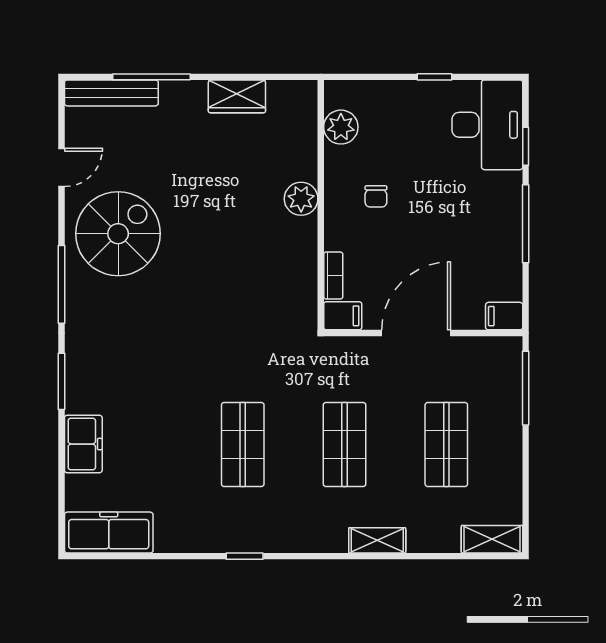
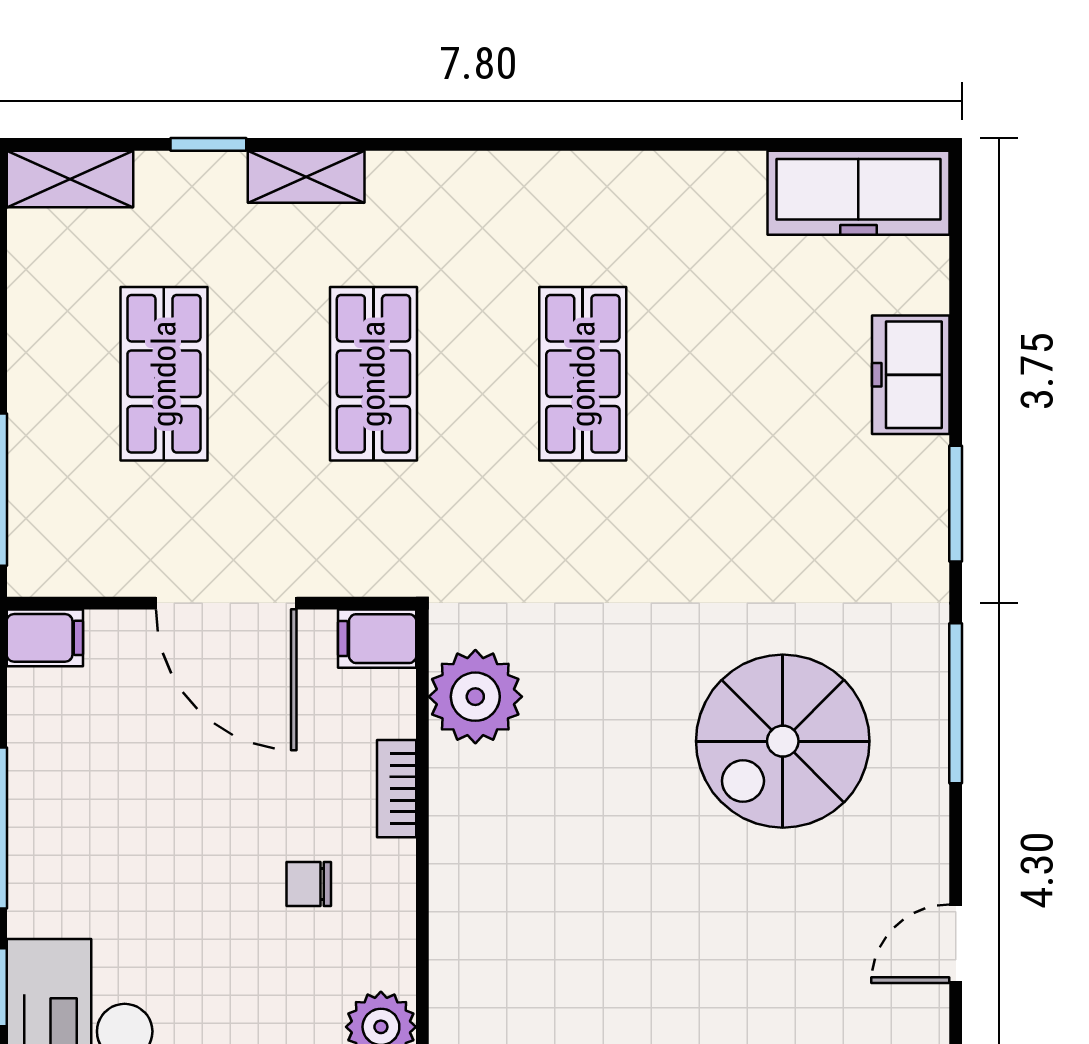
chair: (376, 196) -> (309, 884), turned -90
plant: (301, 199) -> (475, 697), moved, width x1.36, depth x1.36
spiral stairs: (118, 234) -> (783, 741), moved
bookcase: (333, 276) -> (397, 789), moved
door: (416, 333) -> (226, 603), hinge flipped
window: (245, 556) -> (208, 144), moved

